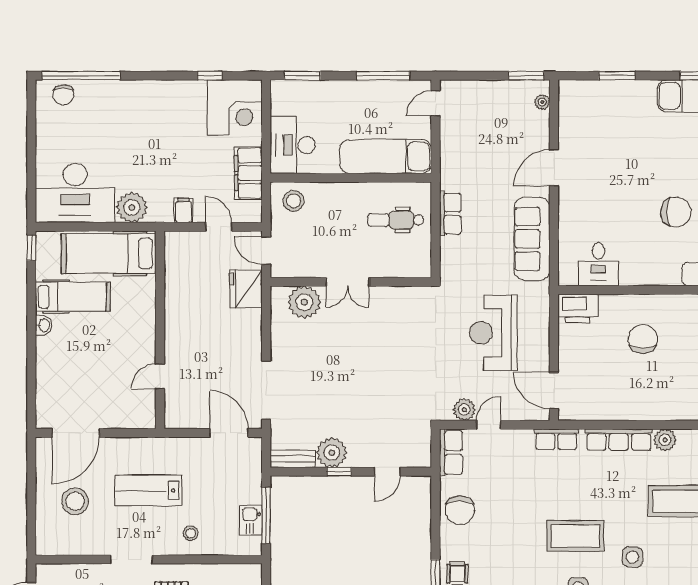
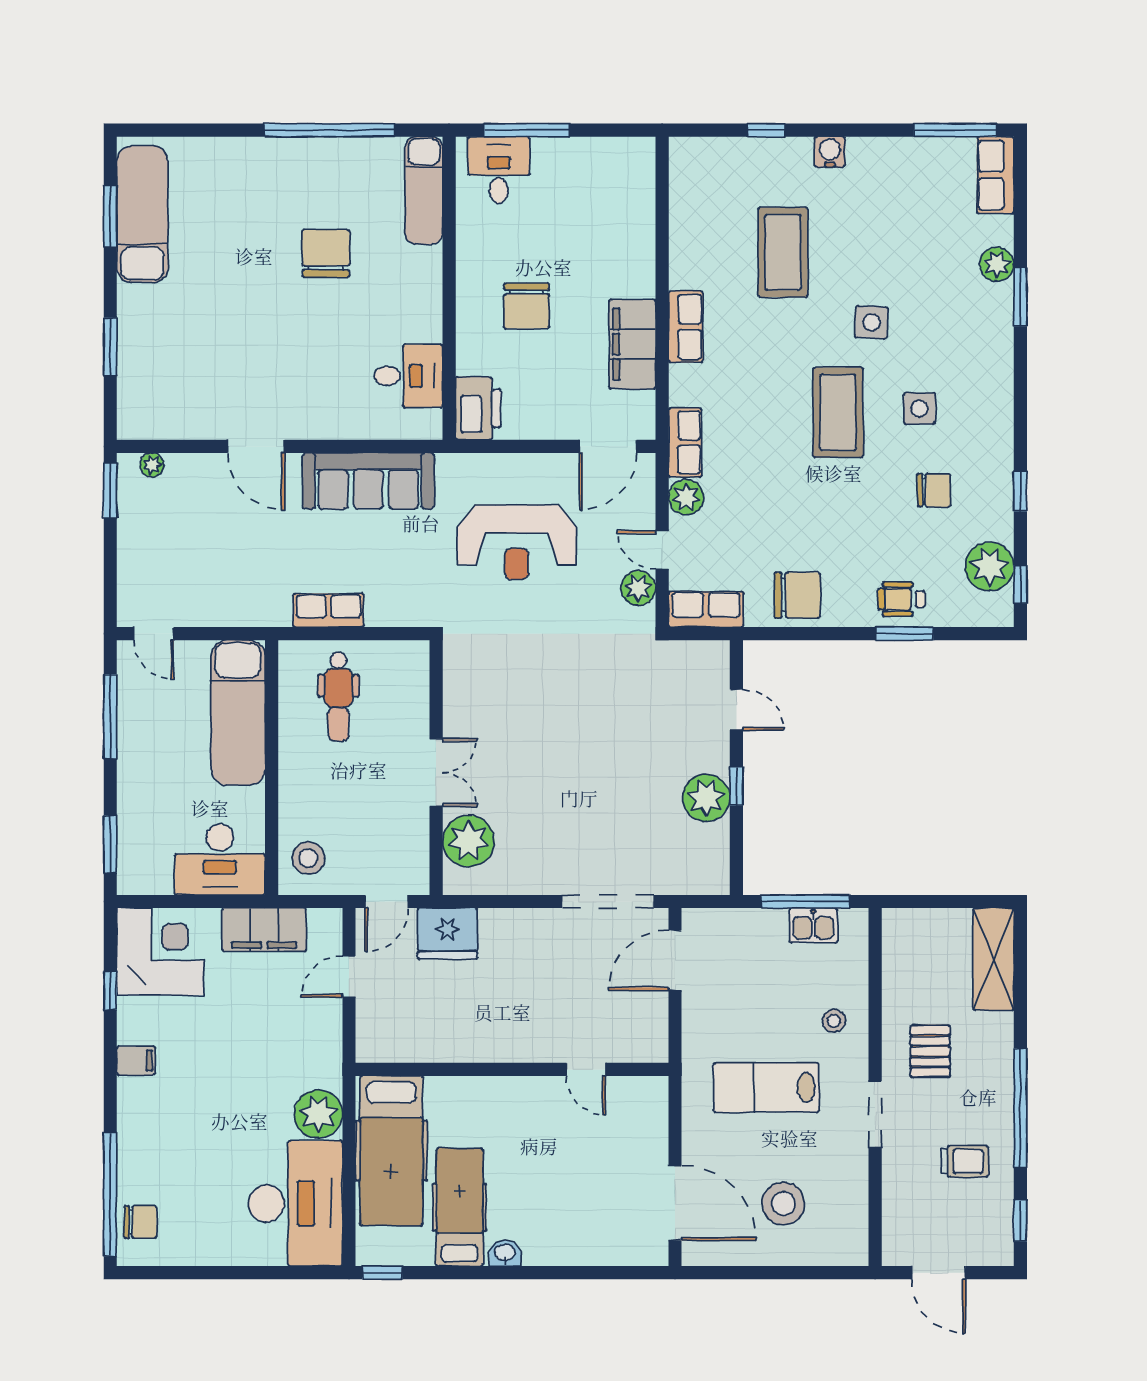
filing cabinet: (183, 210) -> (136, 1061), moved, turned 180
chair: (643, 339) -> (527, 306), turned -90
filing cabinet: (619, 406) -> (632, 344), added
row of seats: (619, 440) -> (686, 327), width x0.68
plant: (665, 440) -> (686, 497), moved
bench: (293, 459) -> (716, 859), removed
lab bench: (148, 490) -> (766, 1087), turned 90

